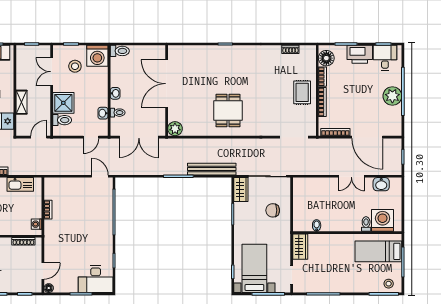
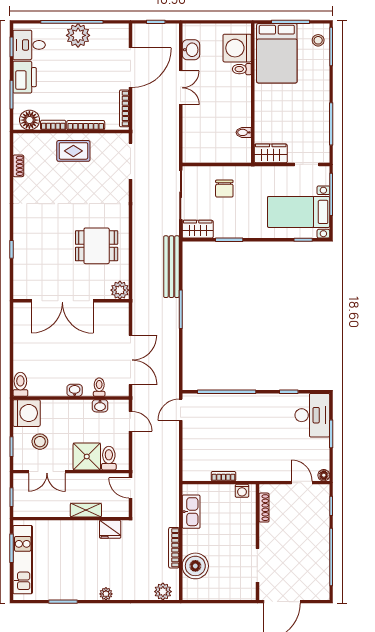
double door: (167, 84) -> (62, 301), moved
wall: (167, 91) -> (71, 301), moved
plant: (175, 129) -> (120, 290), moved
bed: (378, 251) -> (277, 53), width x1.50

